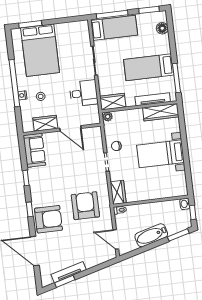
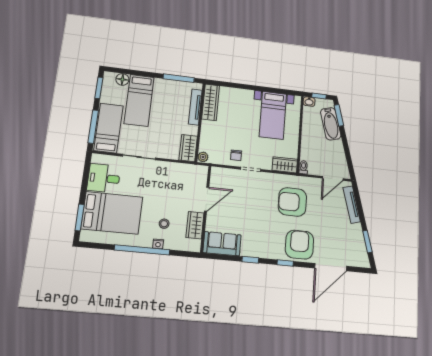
bed: (149, 67) -> (139, 100), moved
desk: (84, 93) -> (104, 178), moved, turned -90
bed with nightstands: (160, 154) -> (273, 115), moved
bathtub: (151, 235) -> (331, 124), moved
tv unit: (69, 272) -> (352, 205), moved

